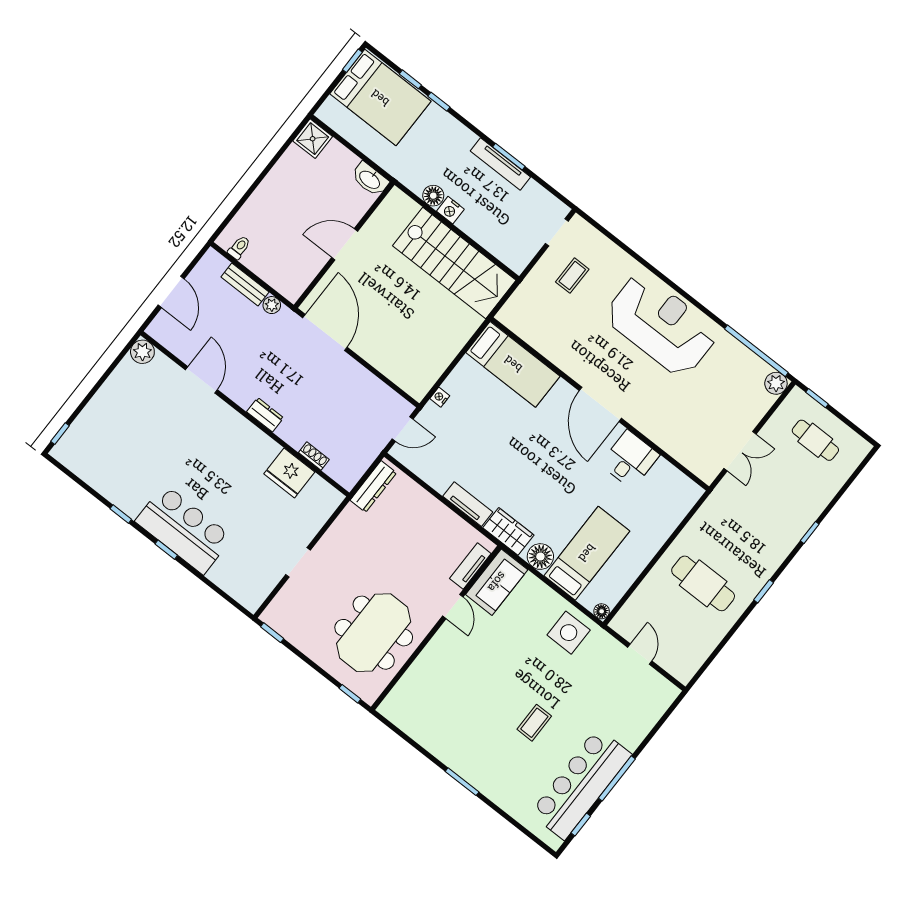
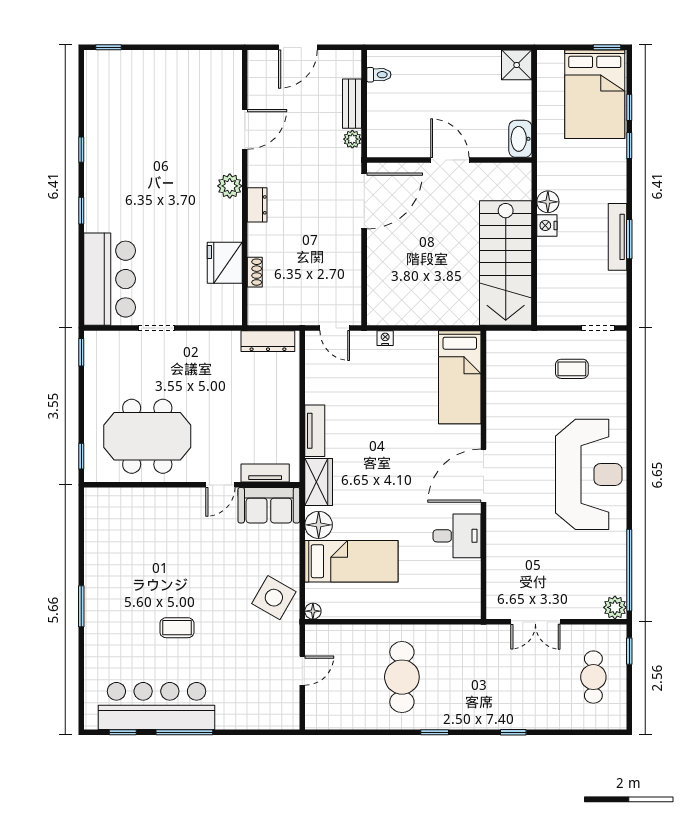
plant: (142, 352) -> (230, 186), moved
bar counter: (184, 529) -> (110, 279), moved
side table: (569, 633) -> (274, 598), turned 30

